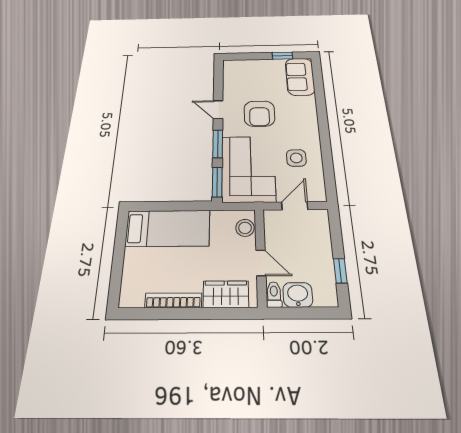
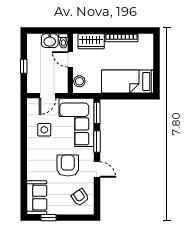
armchair: (241, 78) -> (80, 197), added
window: (340, 271) -> (24, 66), moved

